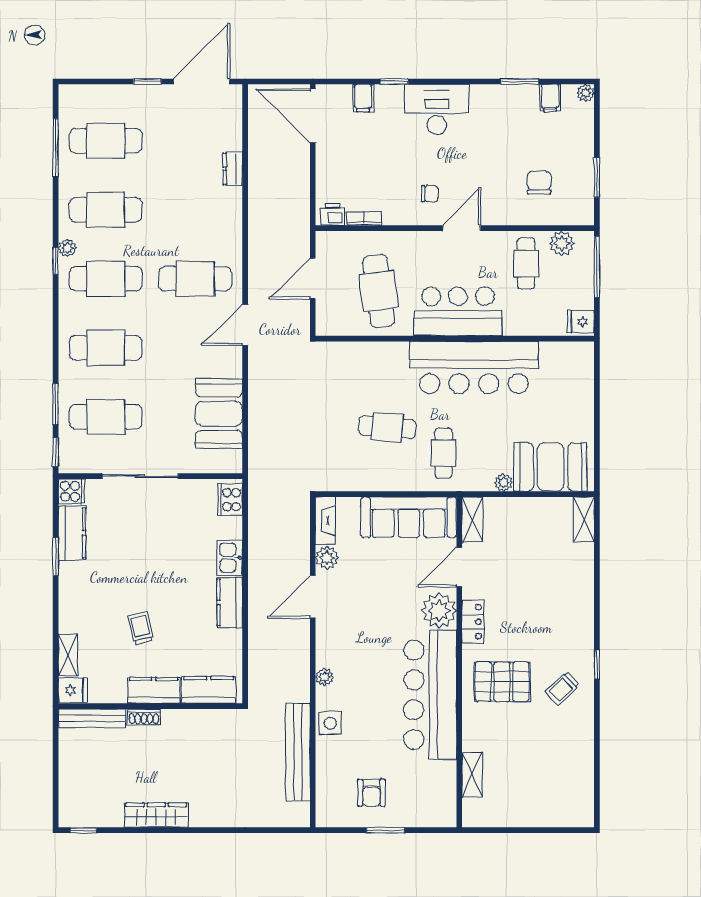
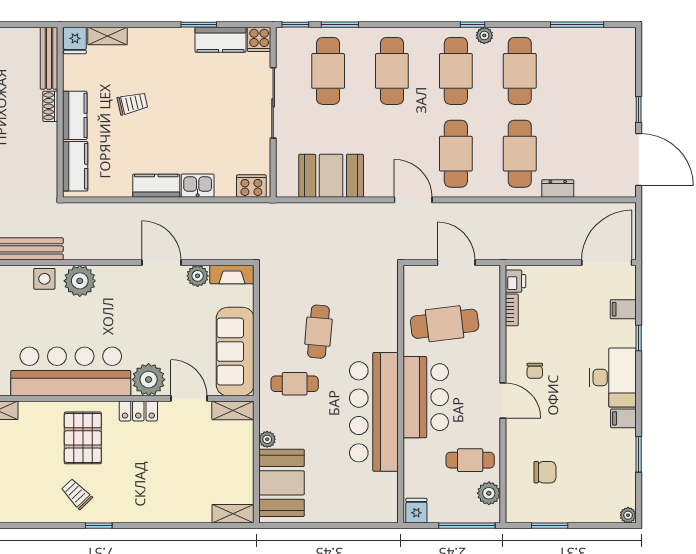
filing cabinet: (550, 98) -> (623, 418), moved
cafe table: (106, 141) -> (520, 154), moved
plant: (324, 677) -> (80, 281), width x1.88, depth x1.88

